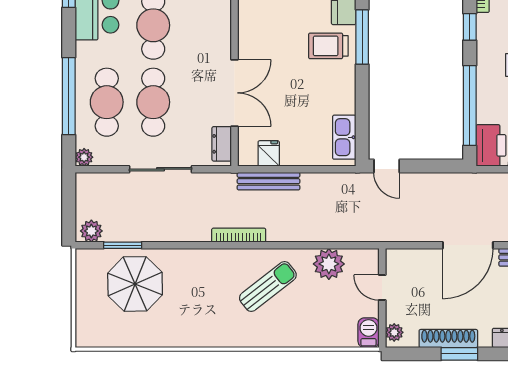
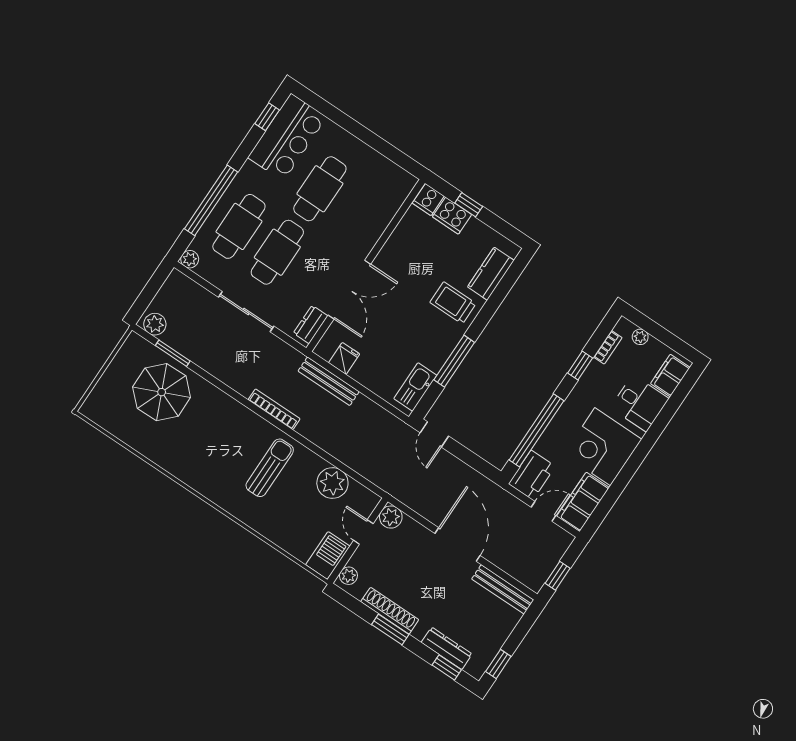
window: (362, 37) -> (454, 361), moved
door: (468, 245) -> (458, 545), swing flipped
plant: (397, 260) -> (391, 517), added
sun lounger: (268, 286) -> (270, 468), turned -52
barbecue: (368, 333) -> (328, 556), width x1.38, depth x1.27

